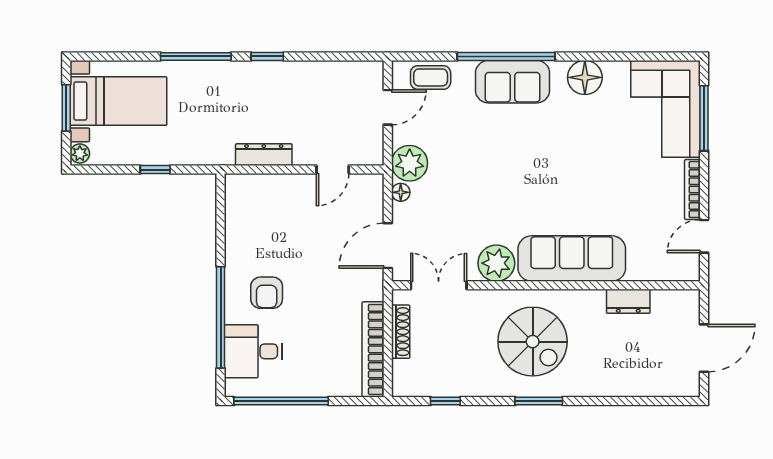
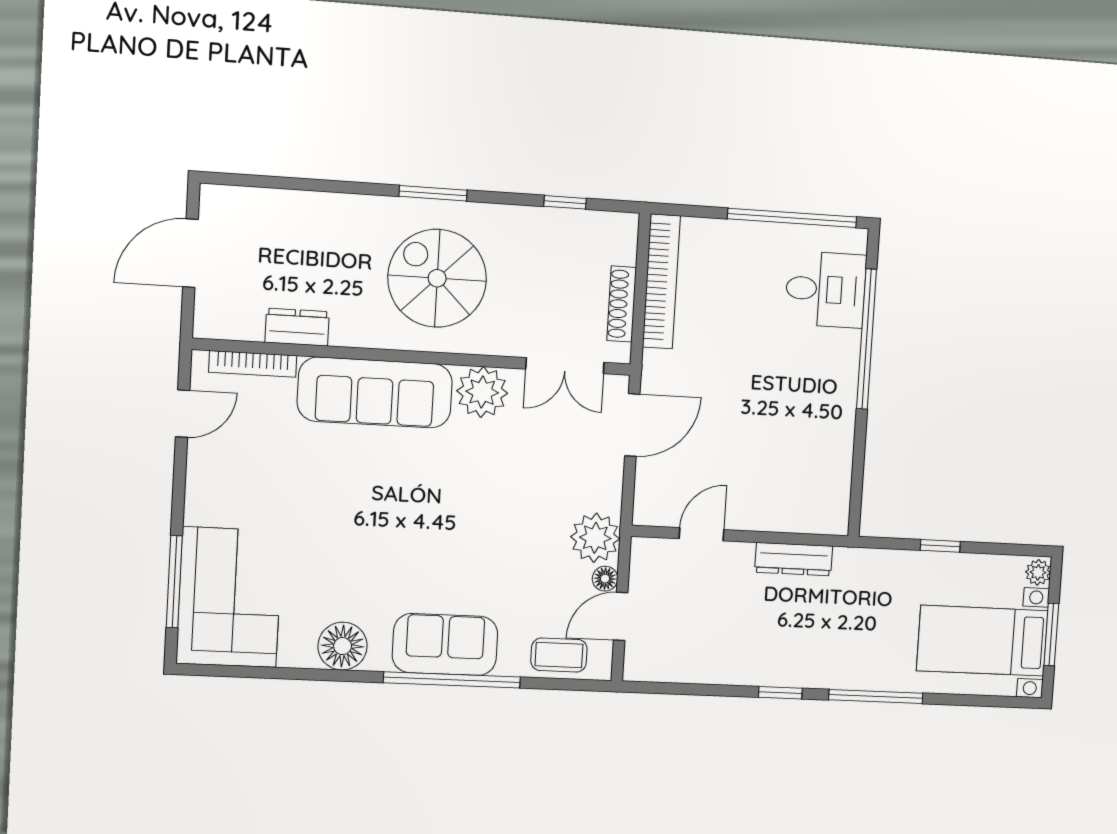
bookcase: (692, 189) -> (253, 364), moved, turned 90
floor lamp: (401, 192) -> (605, 579), moved
armchair: (267, 293) -> (802, 369), removed

